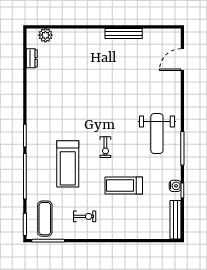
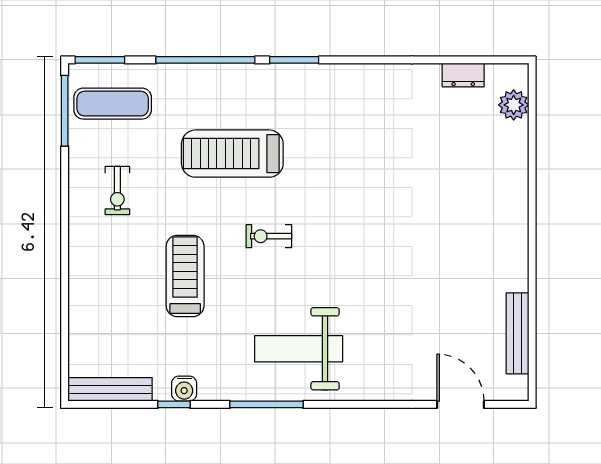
bench: (124, 33) -> (518, 333), moved

